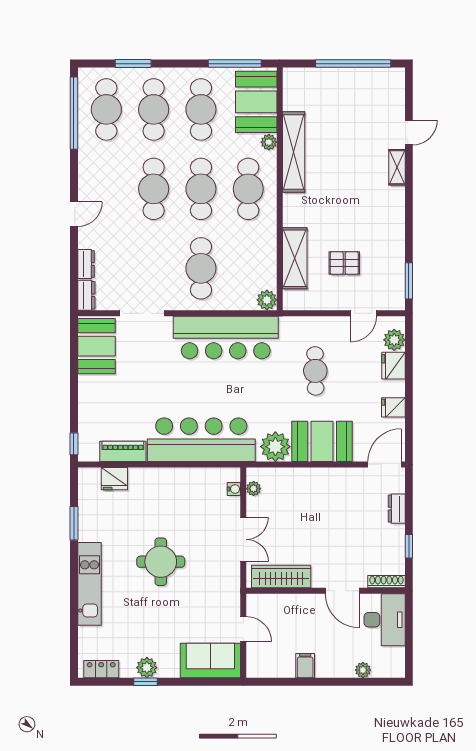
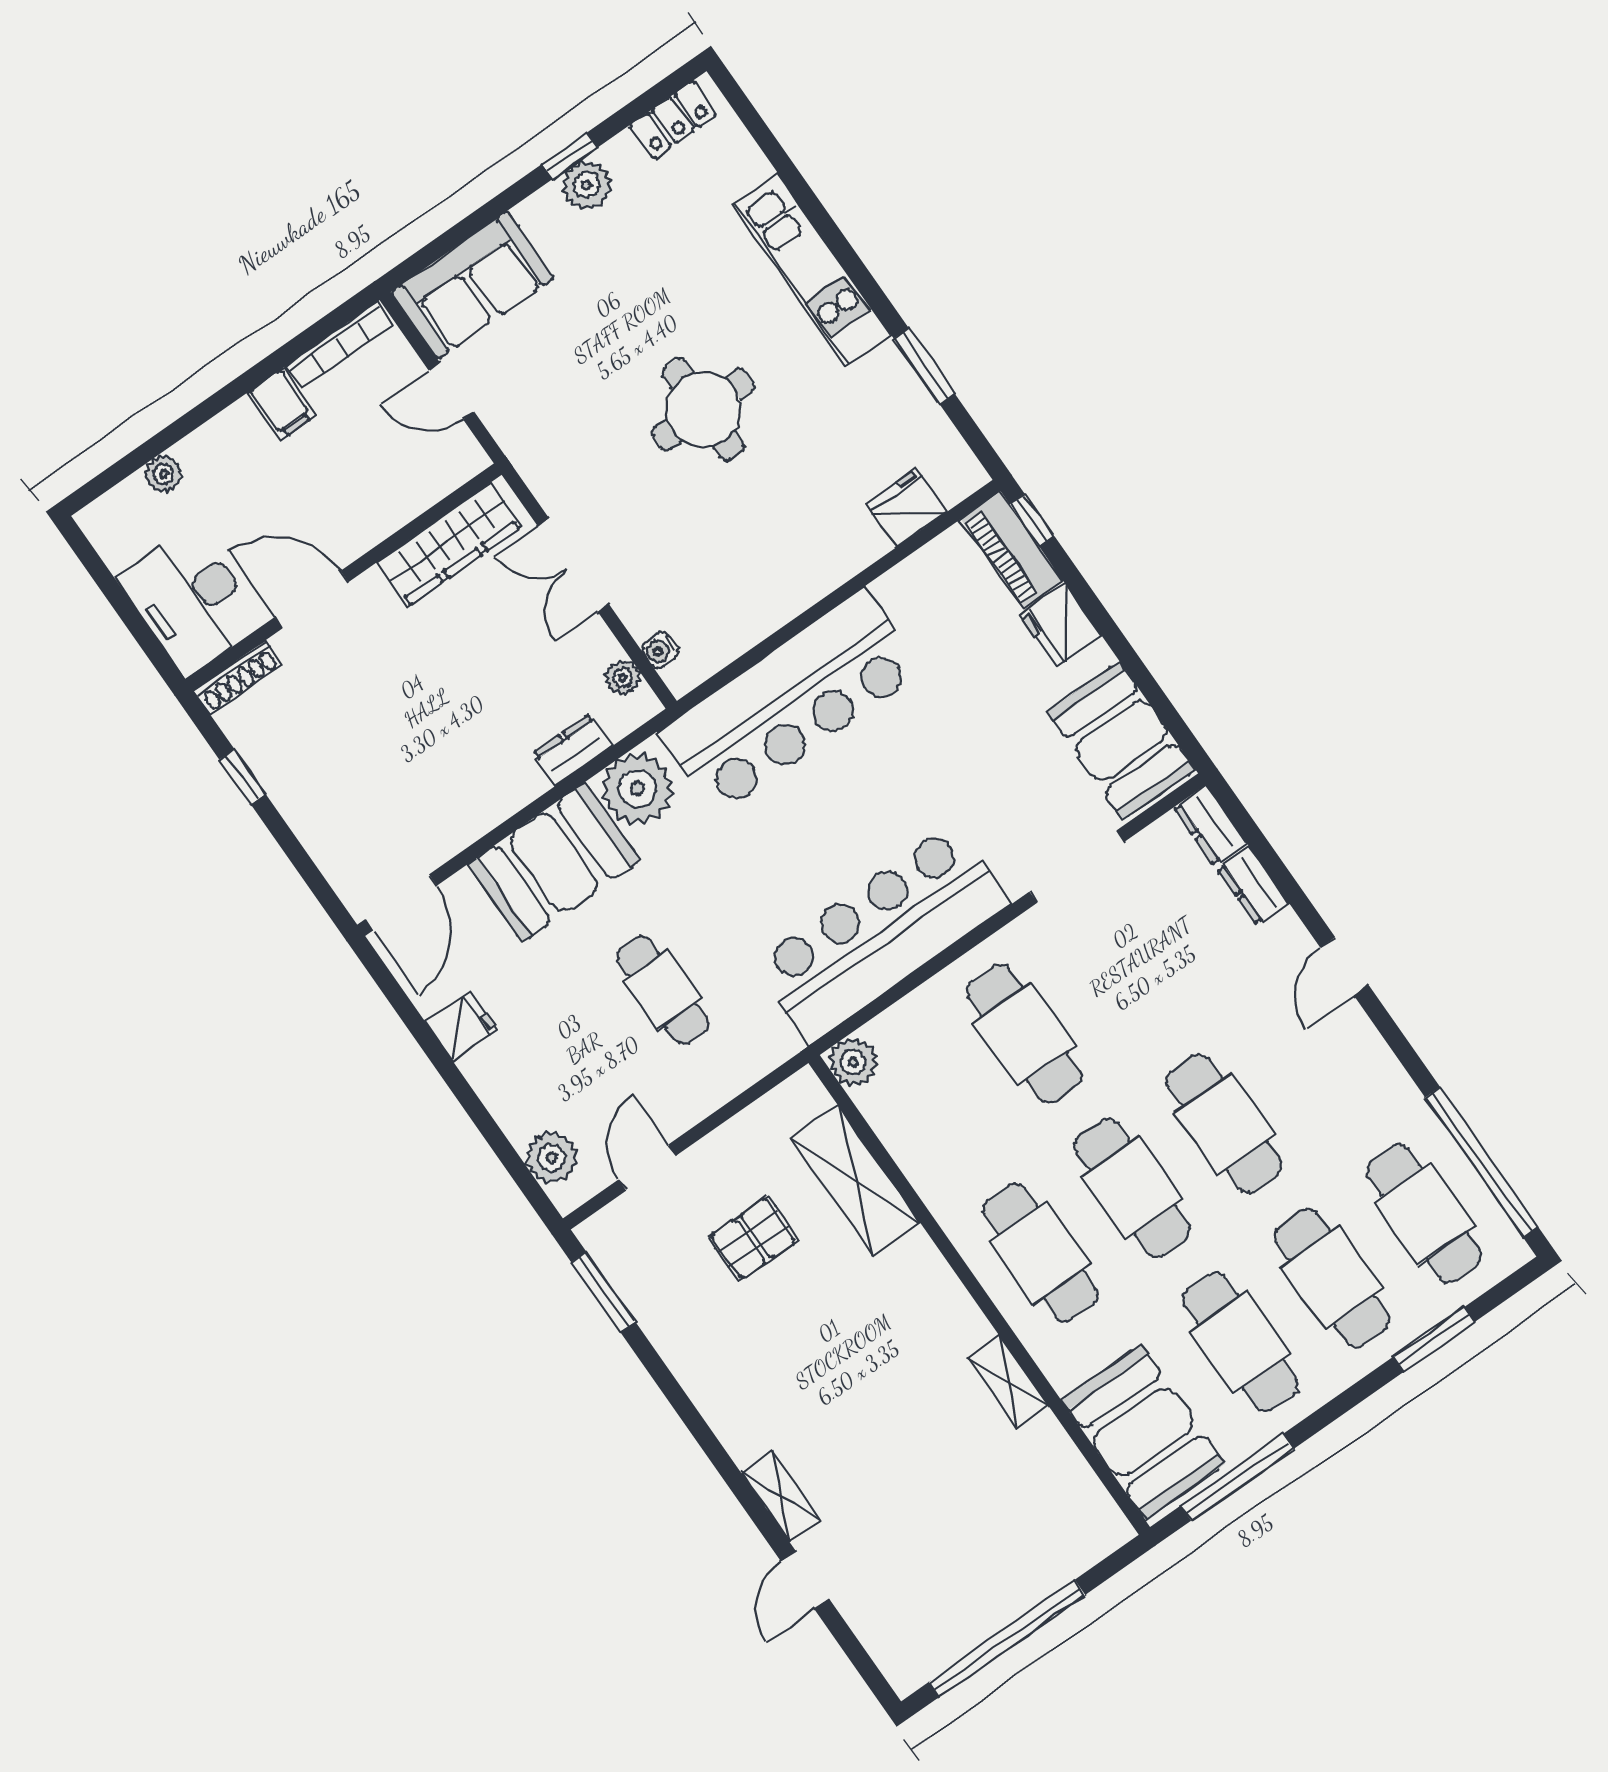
plant: (269, 142) -> (1064, 1371), removed
shelving: (294, 152) -> (1008, 1382), width x0.45, depth x0.75
fridge: (393, 366) -> (1061, 625), moved, turned 180
piano: (123, 451) -> (1012, 550), moved, turned 90
dresser: (397, 509) -> (573, 750), moved, turned -90
bookcase: (271, 672) -> (340, 345), added

